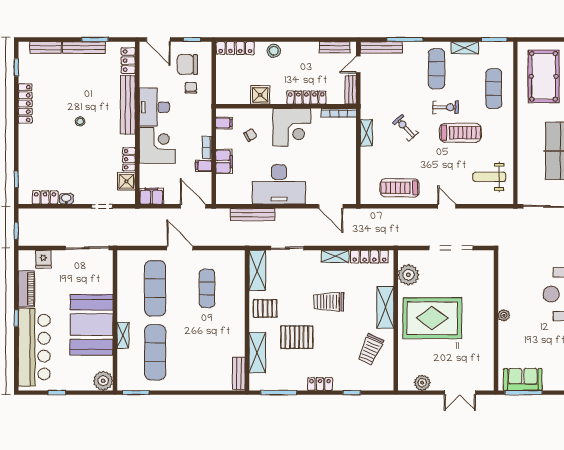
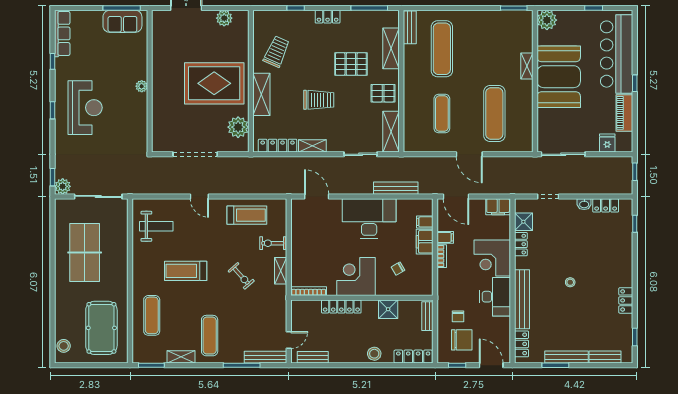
bench: (351, 90) -> (427, 316), moved
locker: (25, 103) -> (626, 300), width x0.66
exercise bike: (446, 107) -> (273, 243), moved
filing cabinet: (224, 123) -> (425, 222), moved
exercise mat: (155, 352) -> (442, 49), moved

